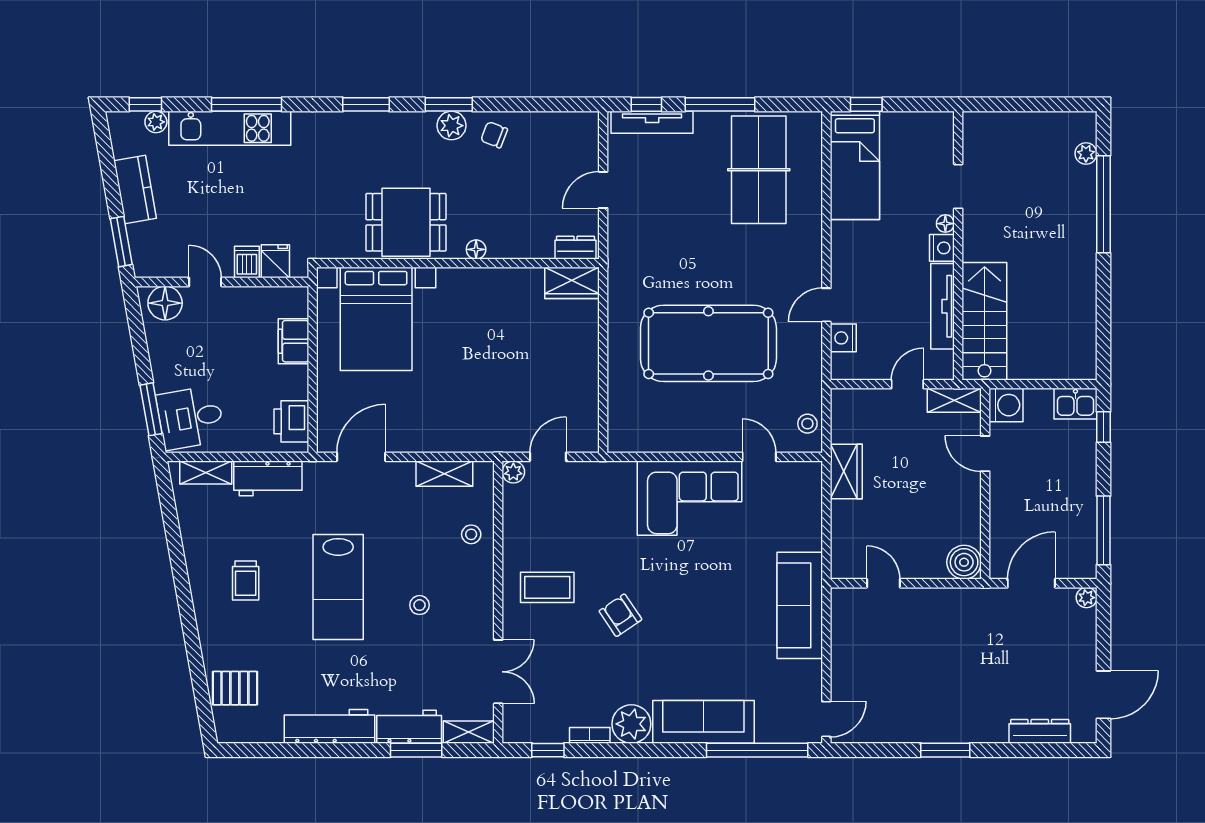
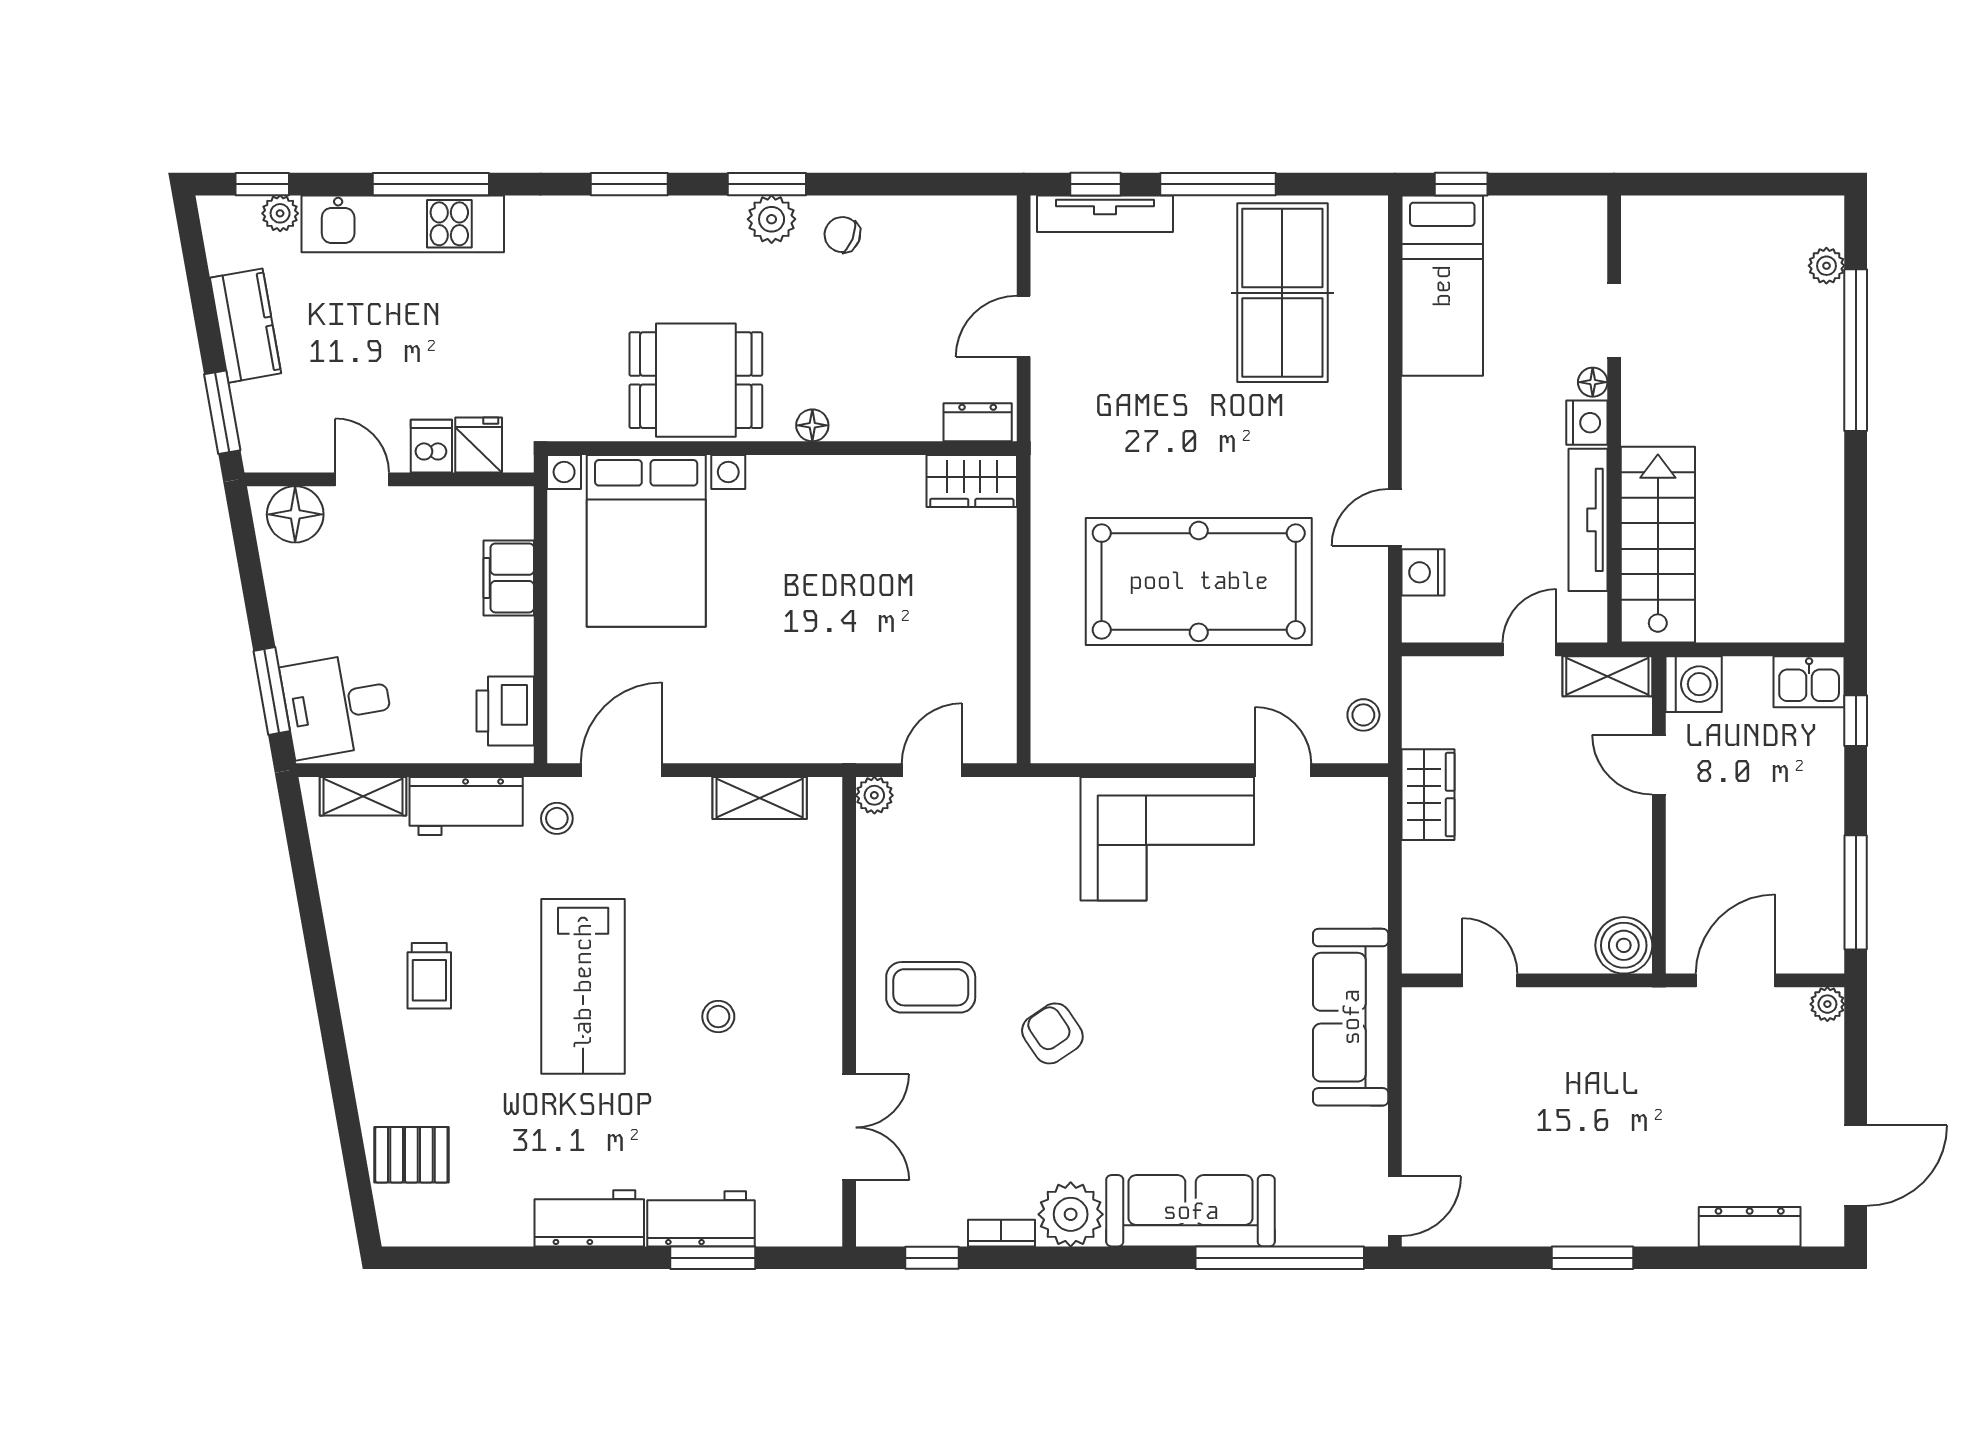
stool: (471, 534) -> (557, 818), moved
workbench: (330, 726) -> (589, 1218), width x0.73
shelving: (469, 732) -> (800, 1228), removed

